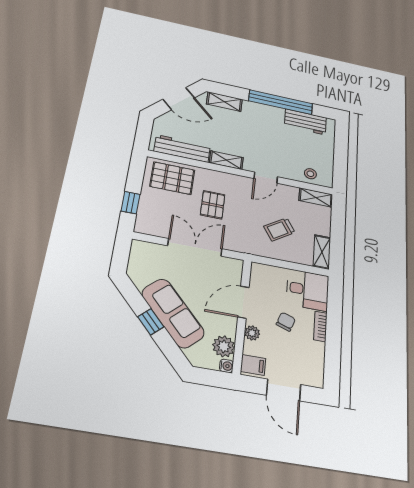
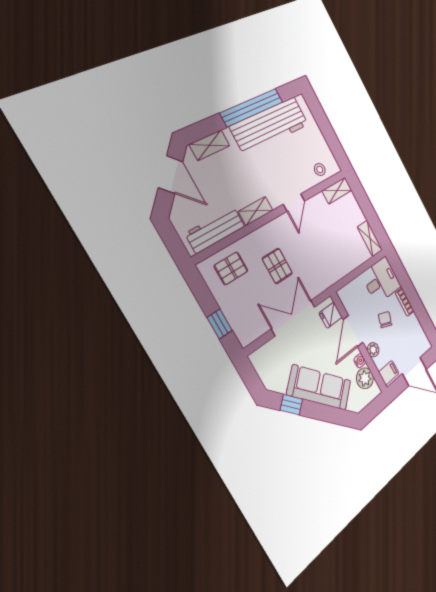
door: (179, 99) -> (171, 175), hinge flipped
workbench: (305, 122) -> (270, 125), width x1.88, depth x1.32
pallet: (172, 178) -> (231, 268), width x0.67, depth x0.71
trolley: (279, 229) -> (334, 245), removed
fridge: (231, 273) -> (331, 315), added
window: (151, 322) -> (291, 405), moved
water cooler: (226, 366) -> (360, 361), moved

